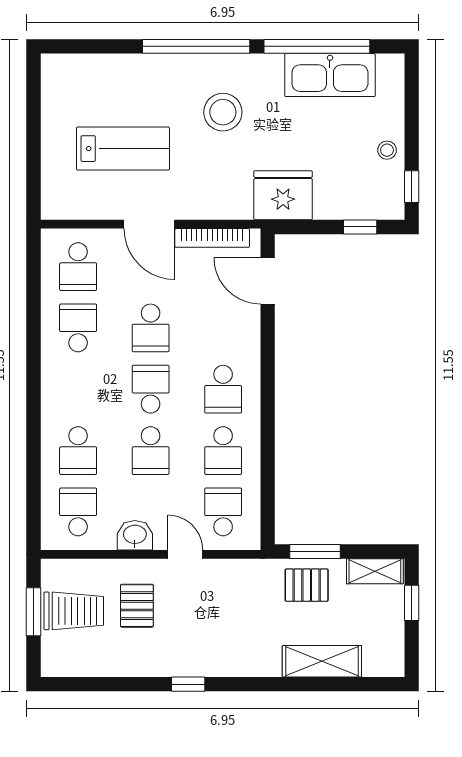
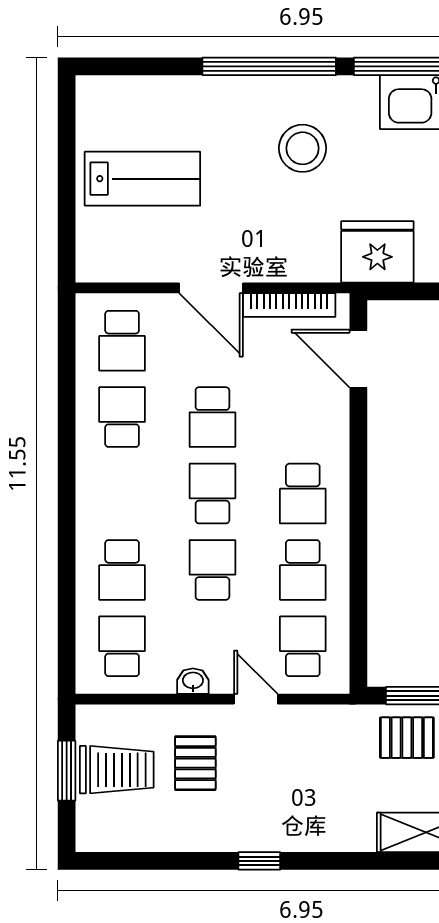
lab bench: (123, 149) -> (142, 179), moved
school desk: (151, 451) -> (212, 570), turned 180
washbasin: (135, 535) -> (193, 681), width x0.72, depth x0.69

